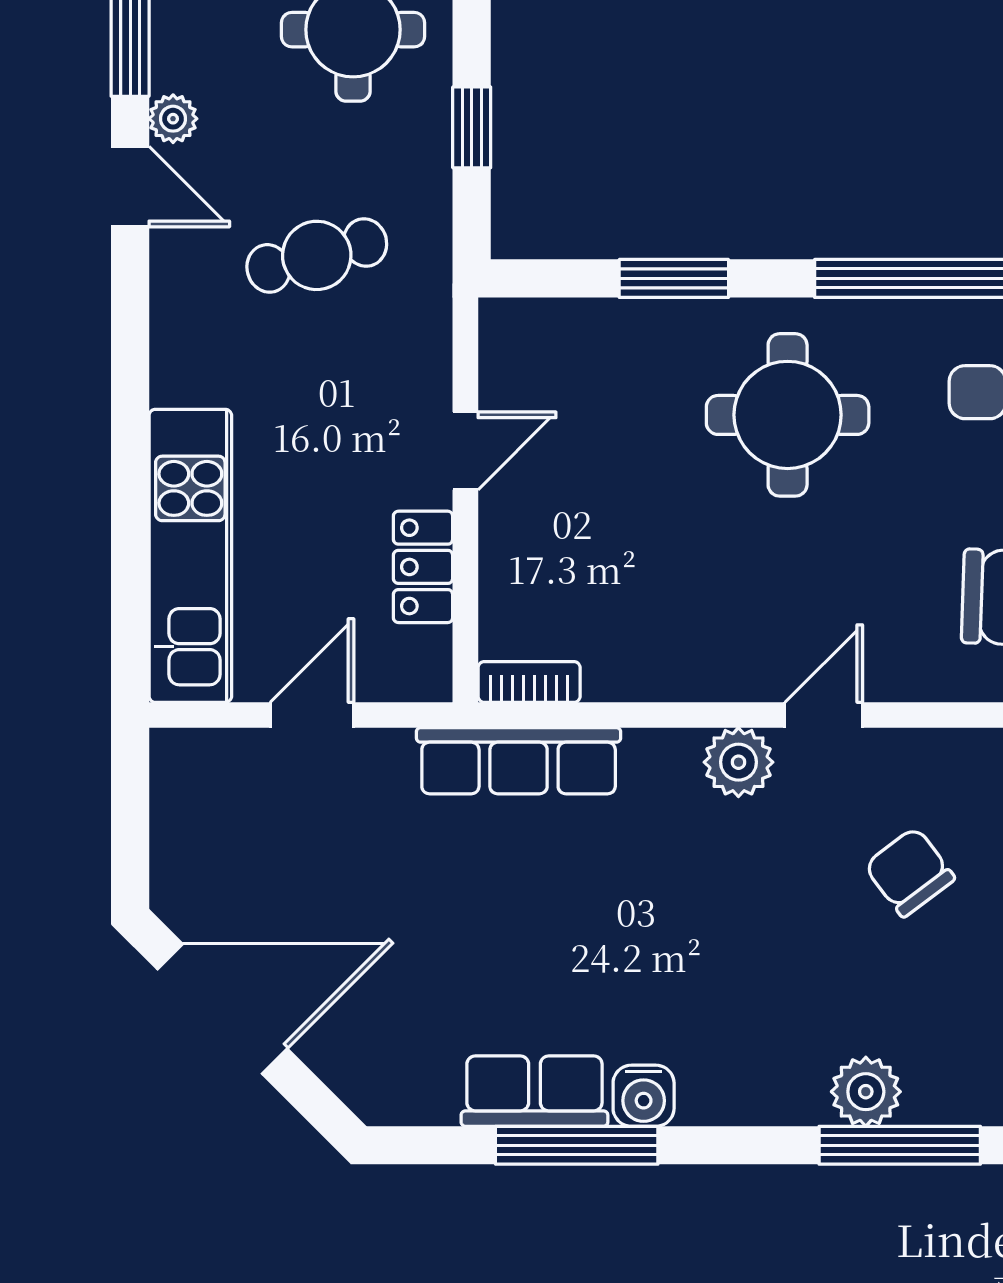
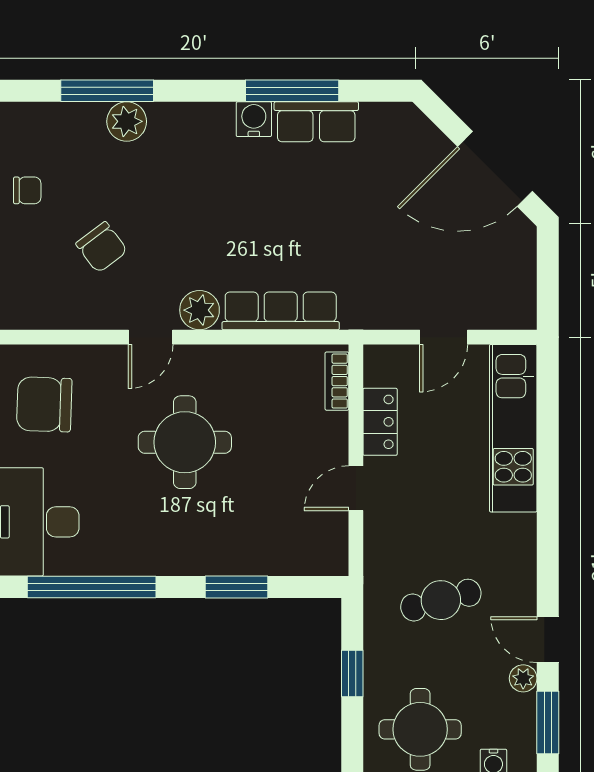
round table: (788, 415) -> (185, 442), moved
bookcase: (529, 682) -> (337, 381), moved, turned 90
row of seats: (519, 761) -> (281, 311), moved

